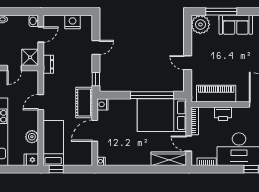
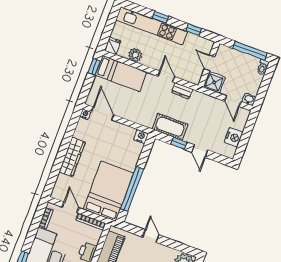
door: (188, 63) -> (151, 236), hinge flipped
dresser: (48, 64) -> (182, 91), moved
window: (96, 79) -> (179, 143), moved
cot: (84, 103) -> (170, 127), moved
door: (95, 131) -> (103, 113), moved
door: (189, 144) -> (70, 207), hinge flipped
wardrobe: (169, 159) -> (72, 157), moved

